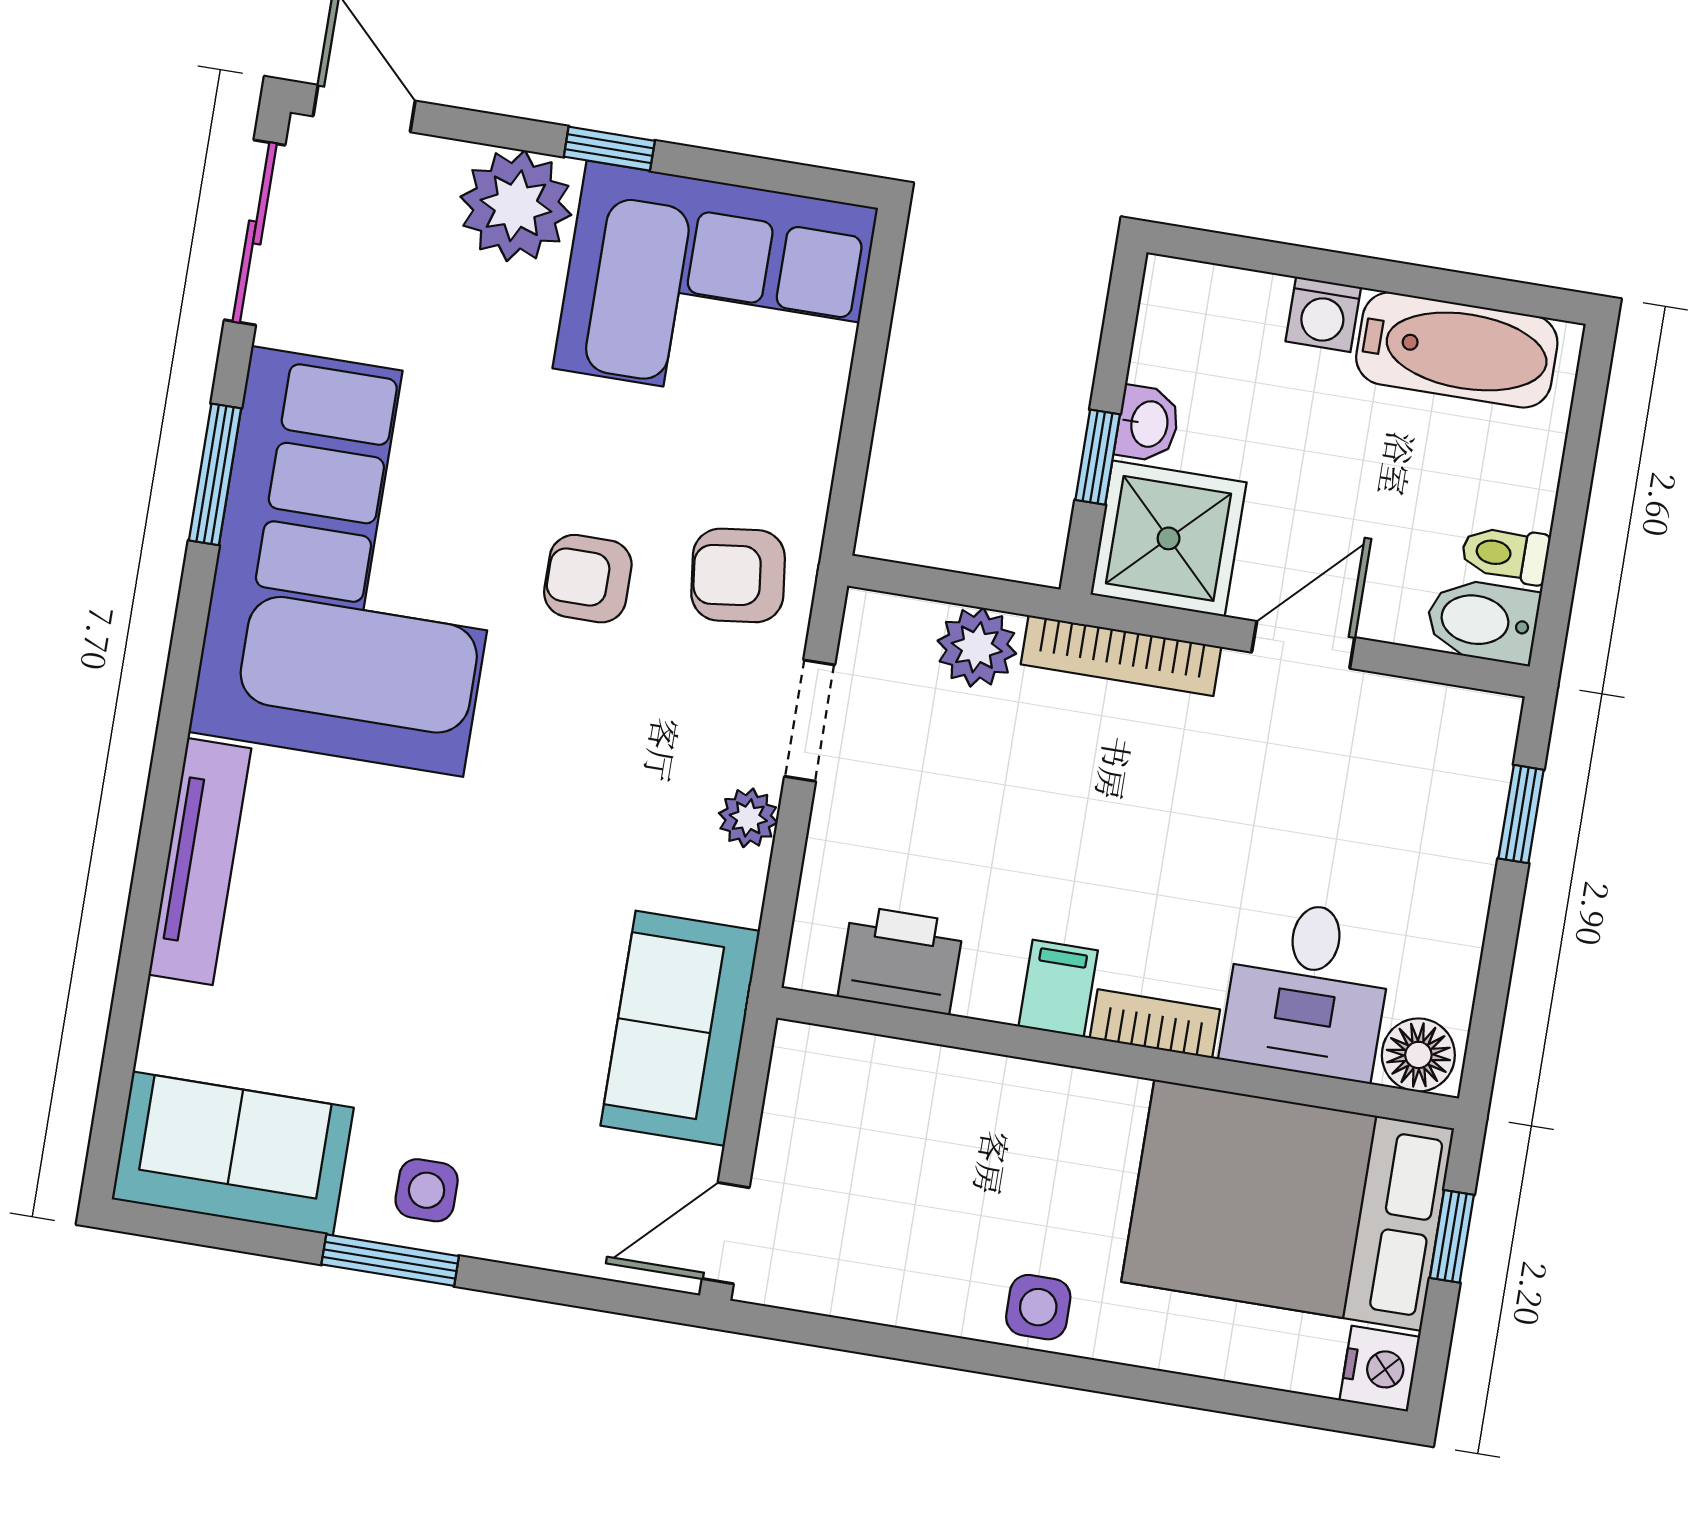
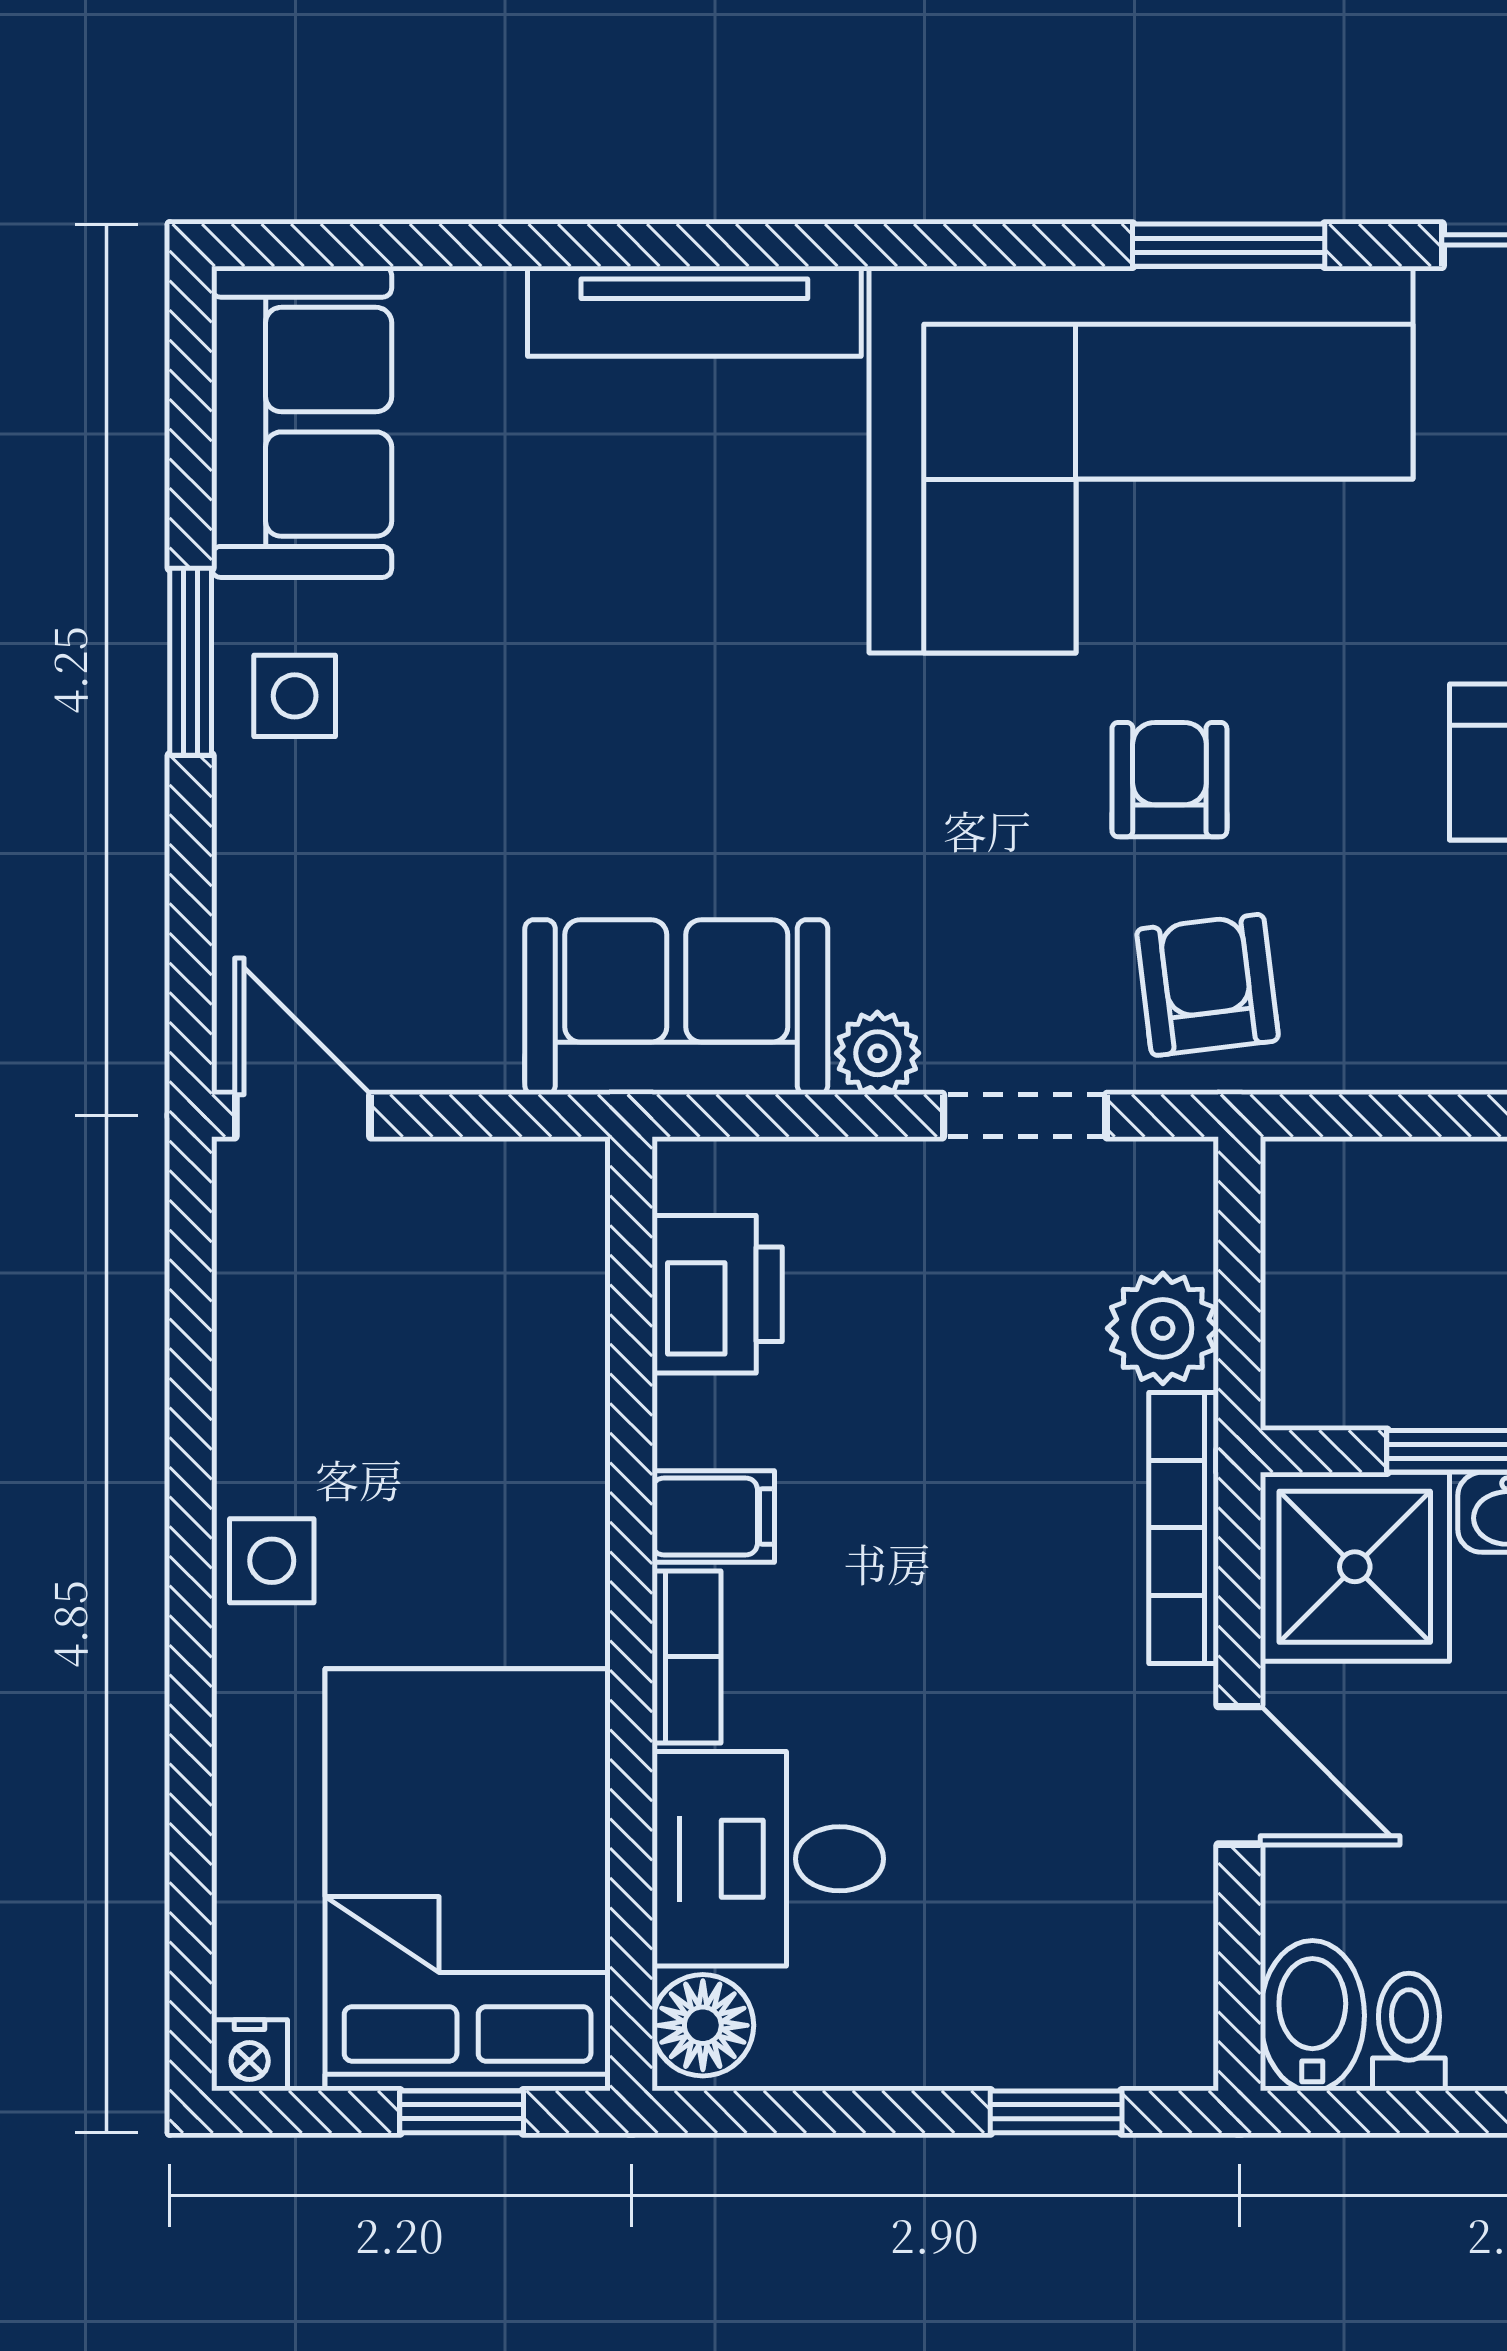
sofa: (680, 1028) -> (676, 1007), moved
nightstand: (1380, 1369) -> (250, 2055), width x0.72, depth x0.74

